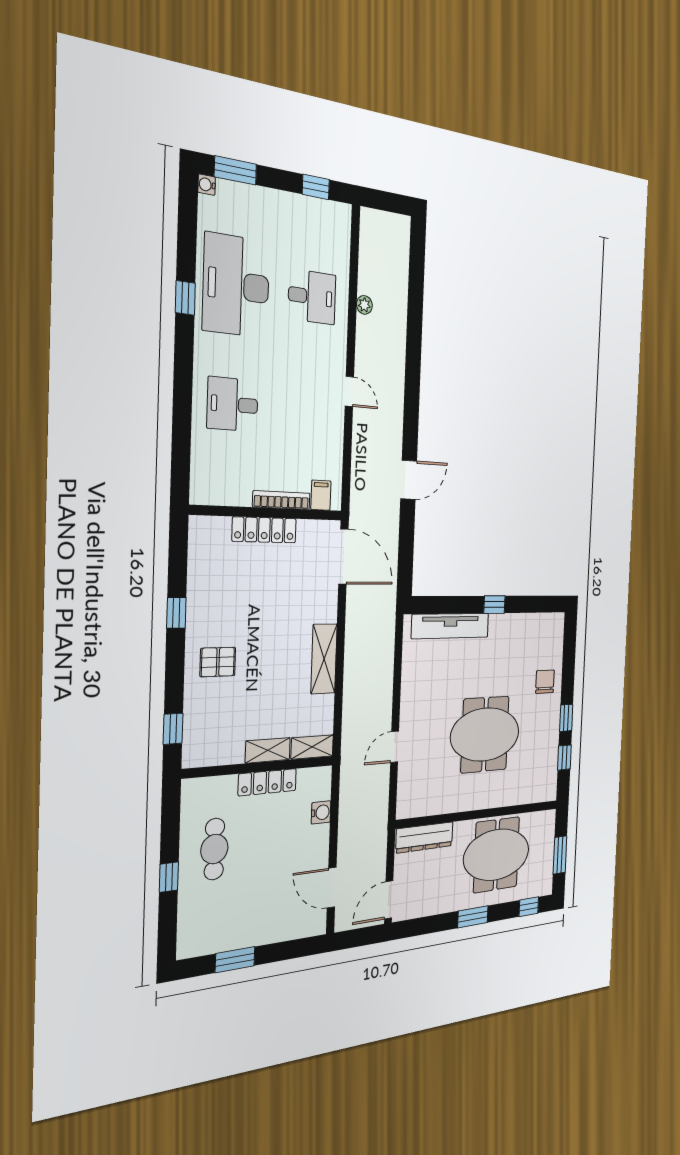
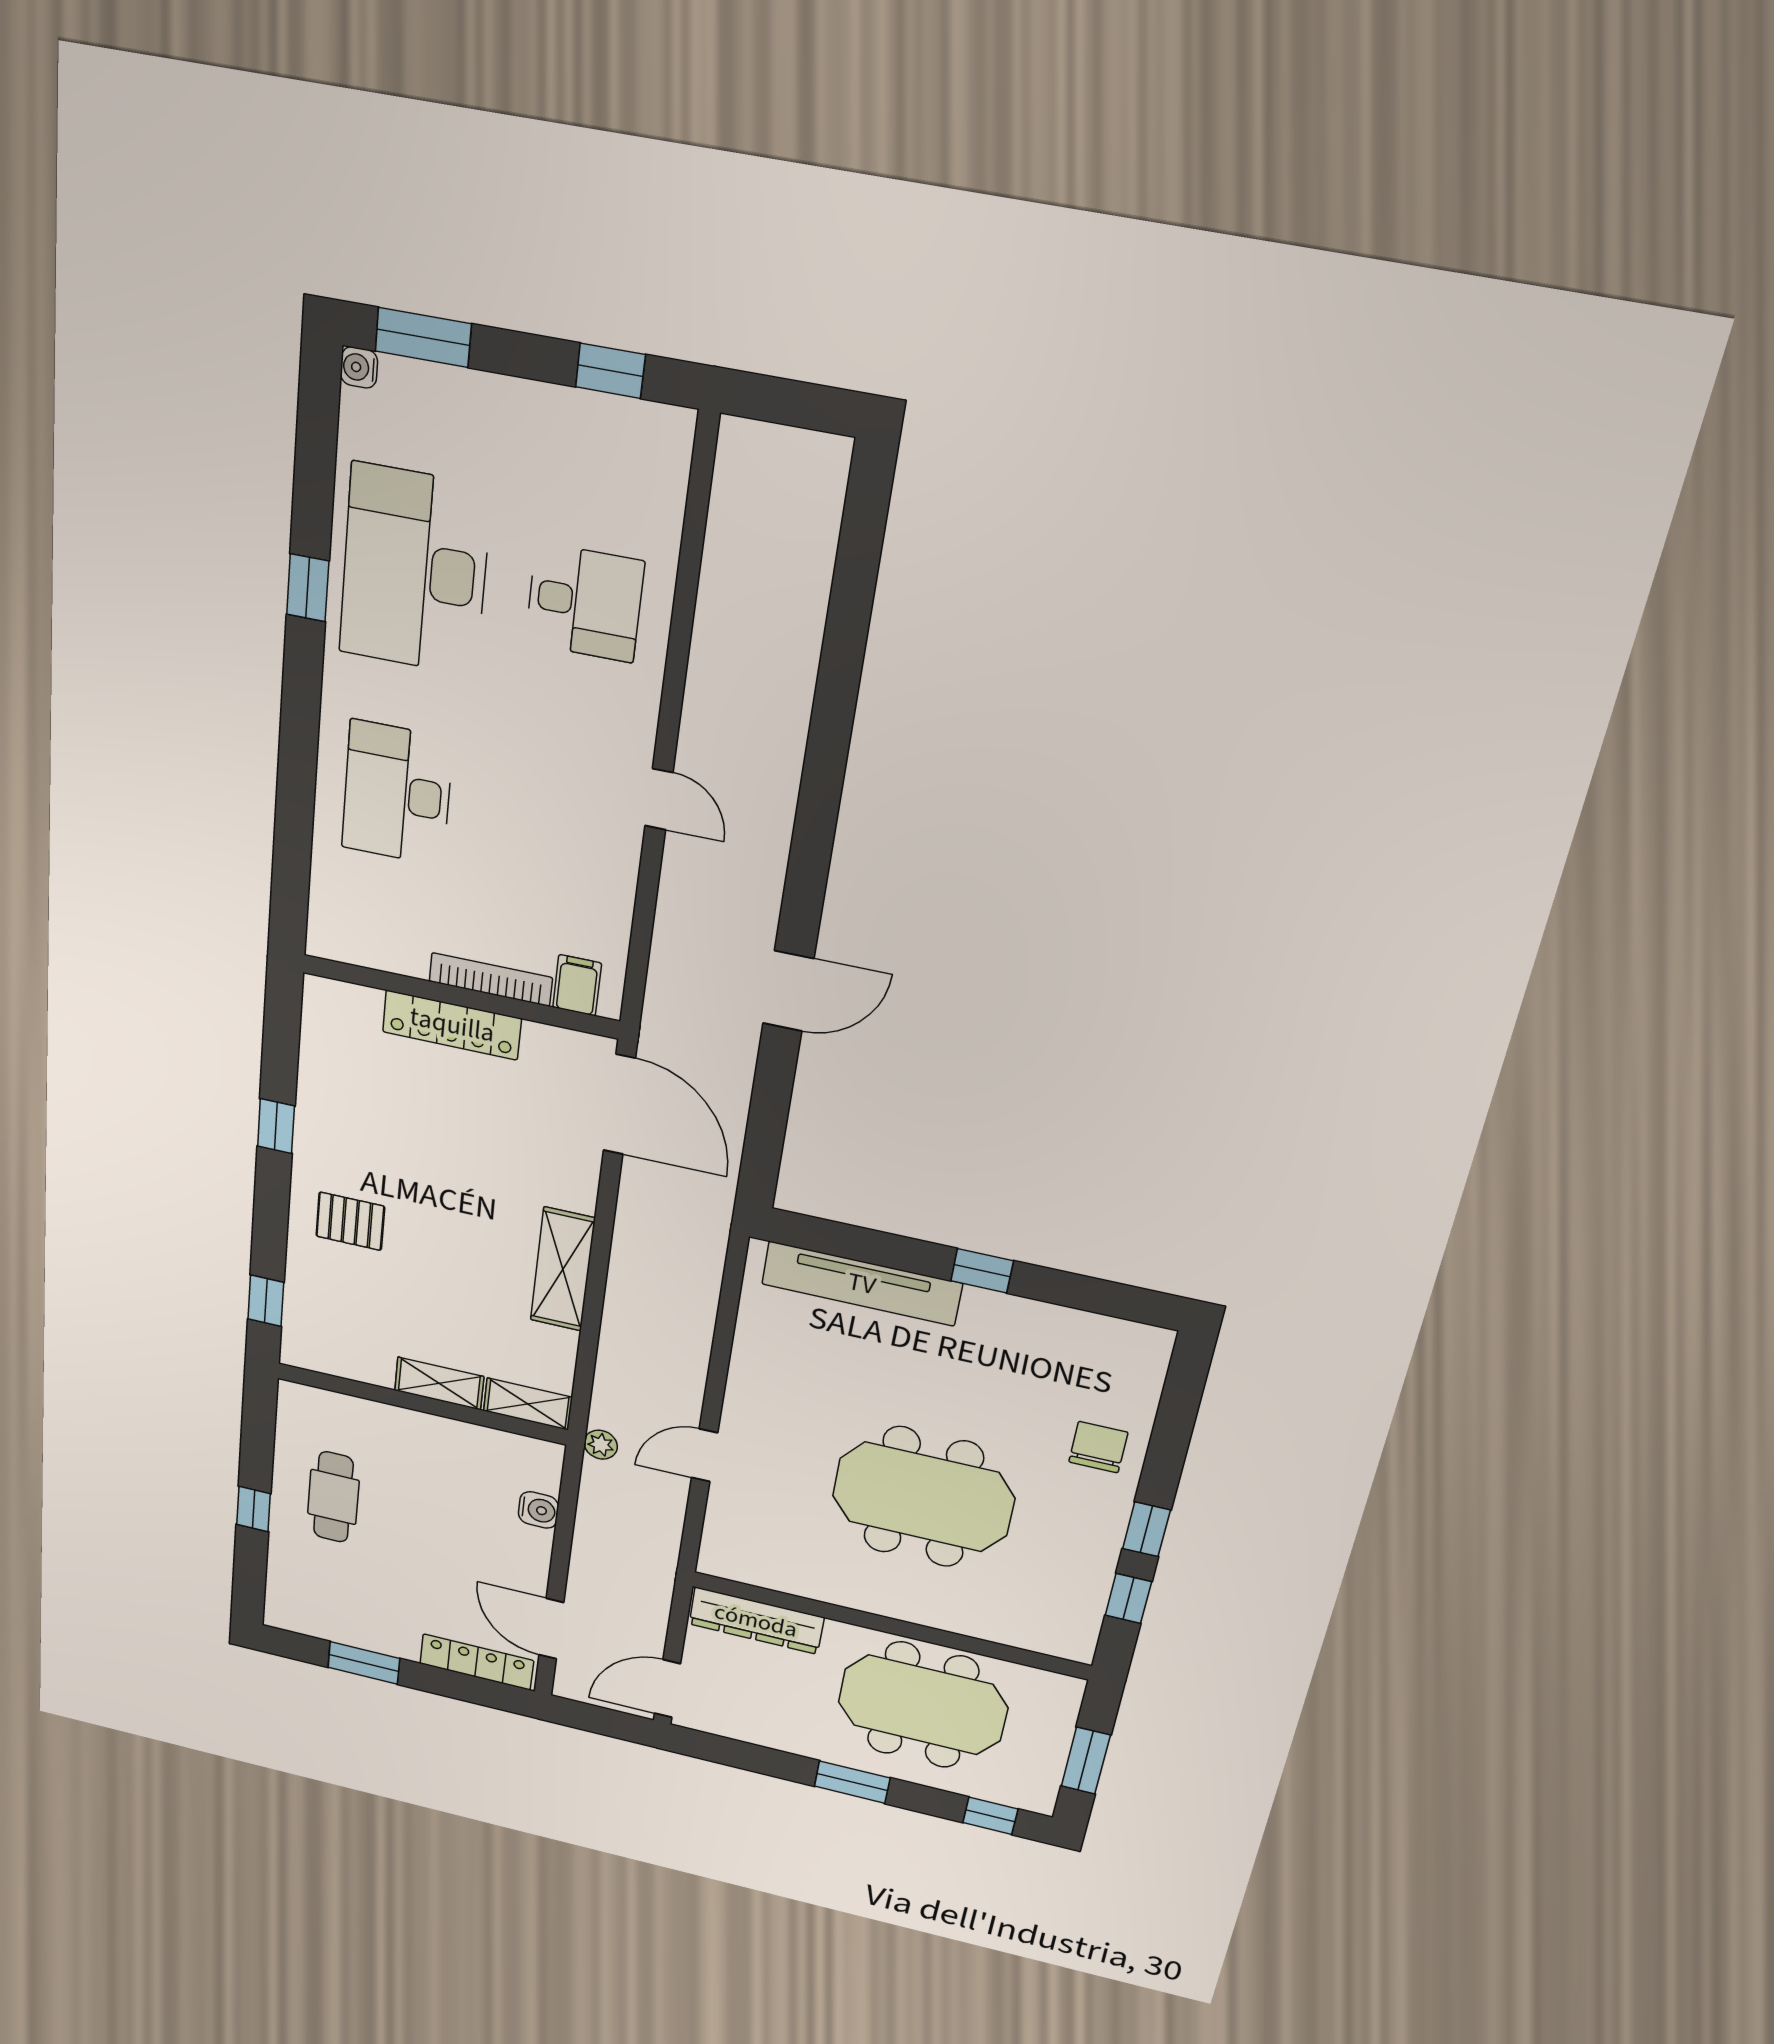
plant: (364, 305) -> (601, 1445), moved
desk: (233, 404) -> (397, 793), width x1.37
locker: (267, 782) -> (477, 1662), moved, turned 180

